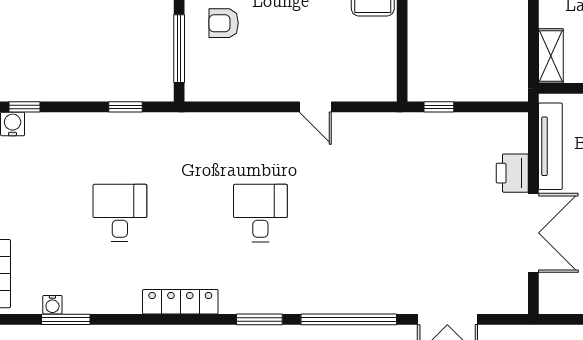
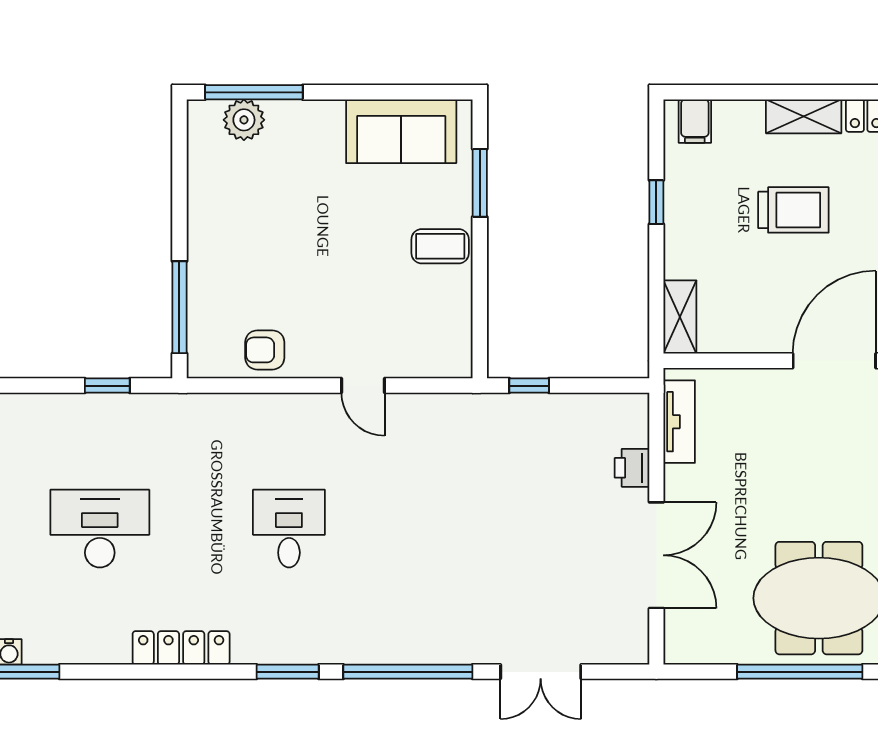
armchair: (224, 23) -> (265, 350), moved
tv unit: (550, 146) -> (679, 422), width x0.71
printer: (512, 173) -> (632, 468), width x0.73, depth x0.81
desk: (120, 213) -> (100, 529), width x1.37

